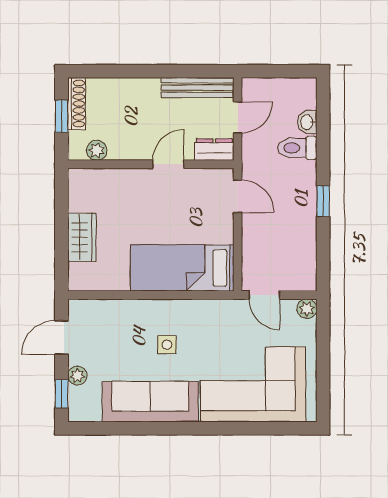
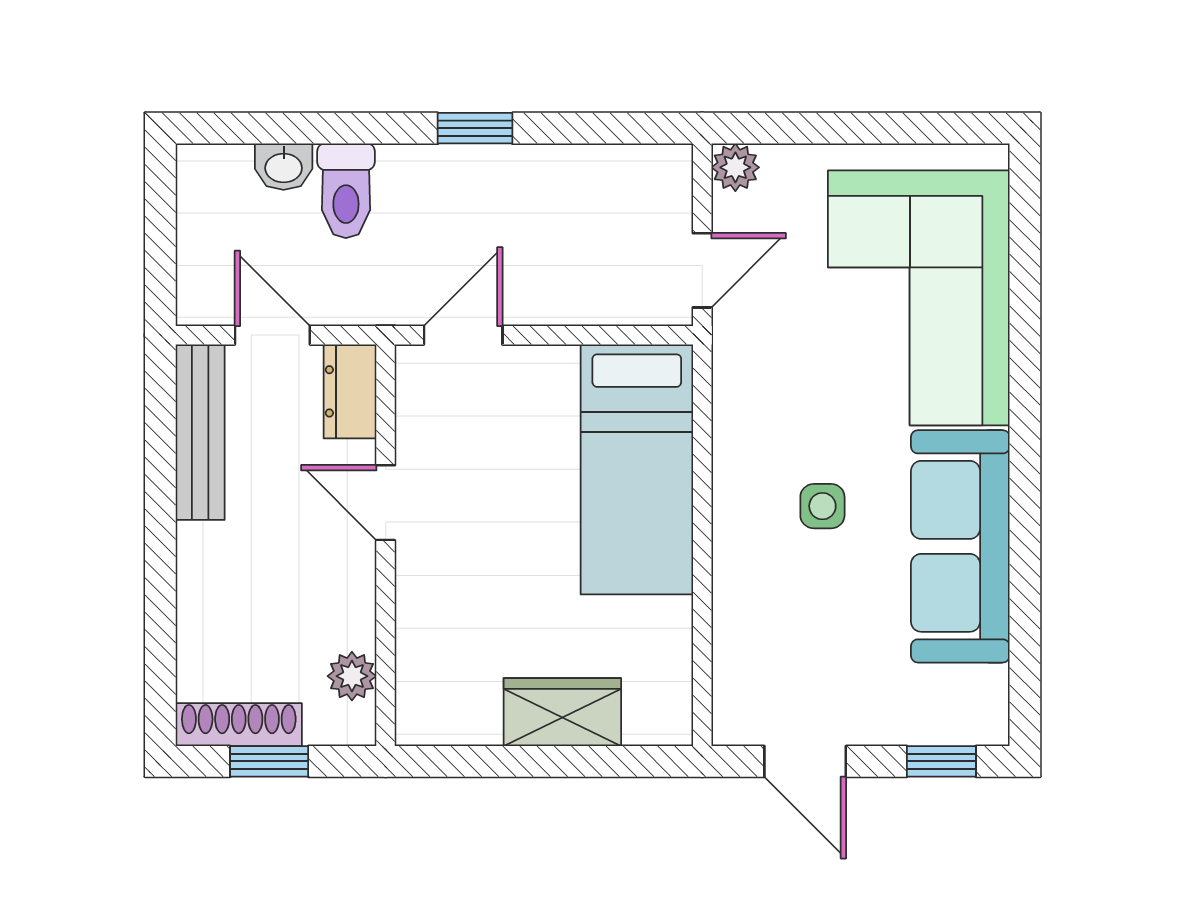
plant: (77, 376) -> (897, 723), removed

